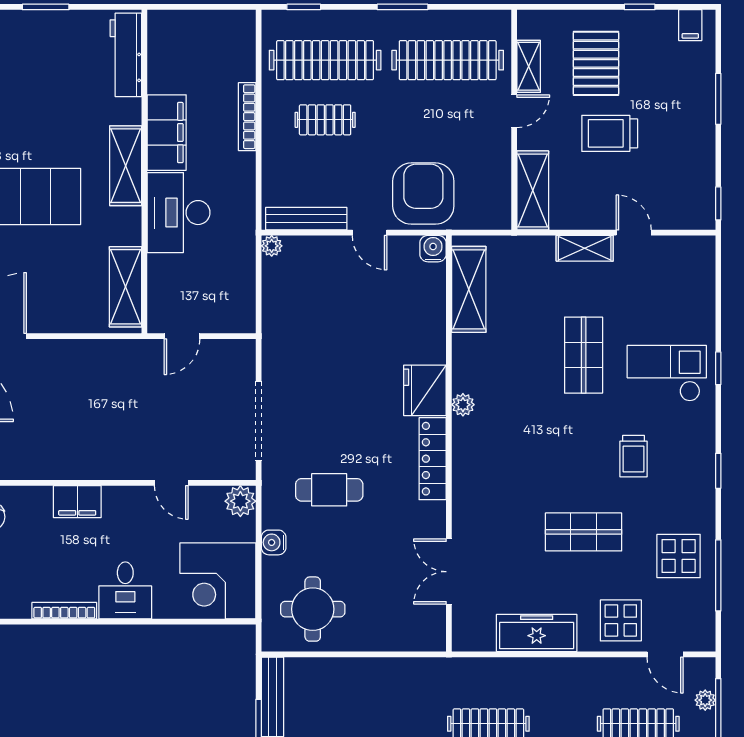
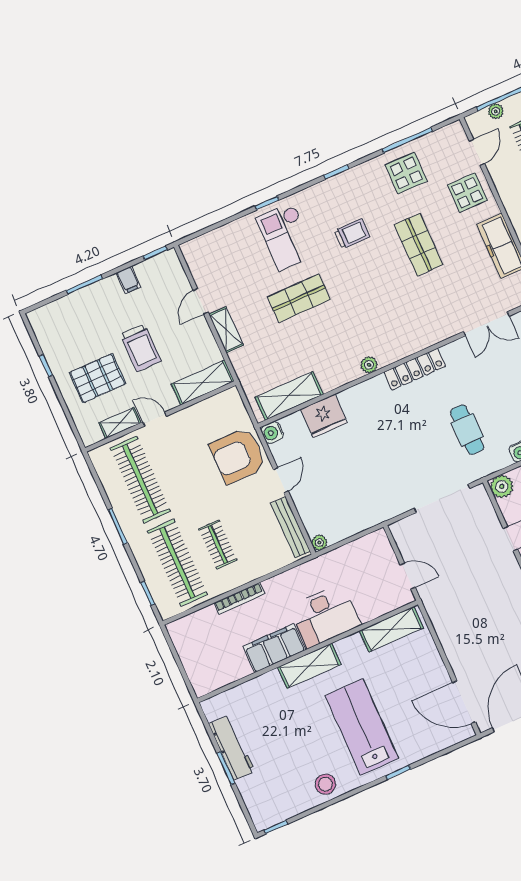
filing cabinet: (690, 25) -> (128, 280), moved, turned 90
workbench: (126, 55) -> (232, 748), moved, turned -90
fridge: (425, 390) -> (324, 416), moved

